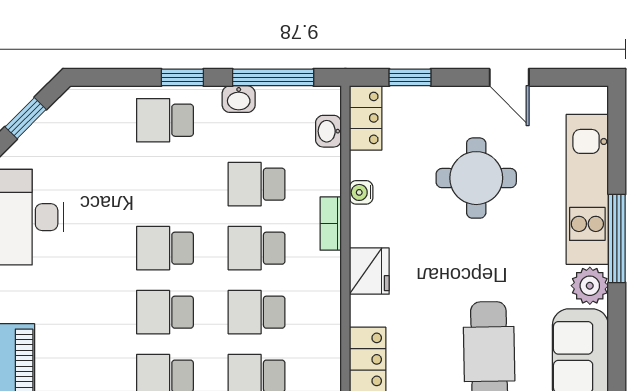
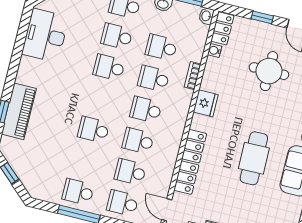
window: (410, 77) -> (262, 17), moved
washbasin: (328, 131) -> (206, 16), moved
water cooler: (361, 192) -> (215, 51), moved
school desk: (165, 312) -> (117, 36), moved

